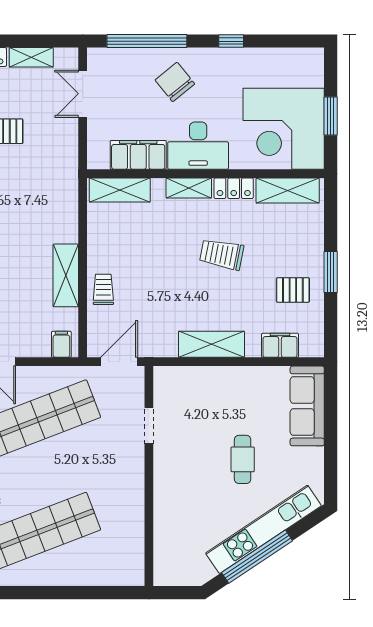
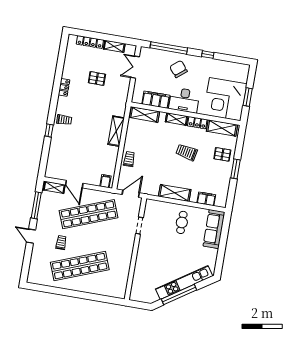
shelving: (66, 275) -> (116, 131), moved
pallet: (293, 290) -> (222, 154), moved
cafe table: (243, 459) -> (182, 222), moved

